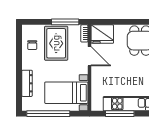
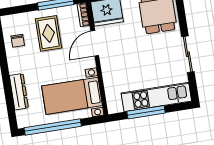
rug: (56, 43) -> (49, 33), width x0.73, depth x0.70
door: (90, 56) -> (95, 43), swing flipped

